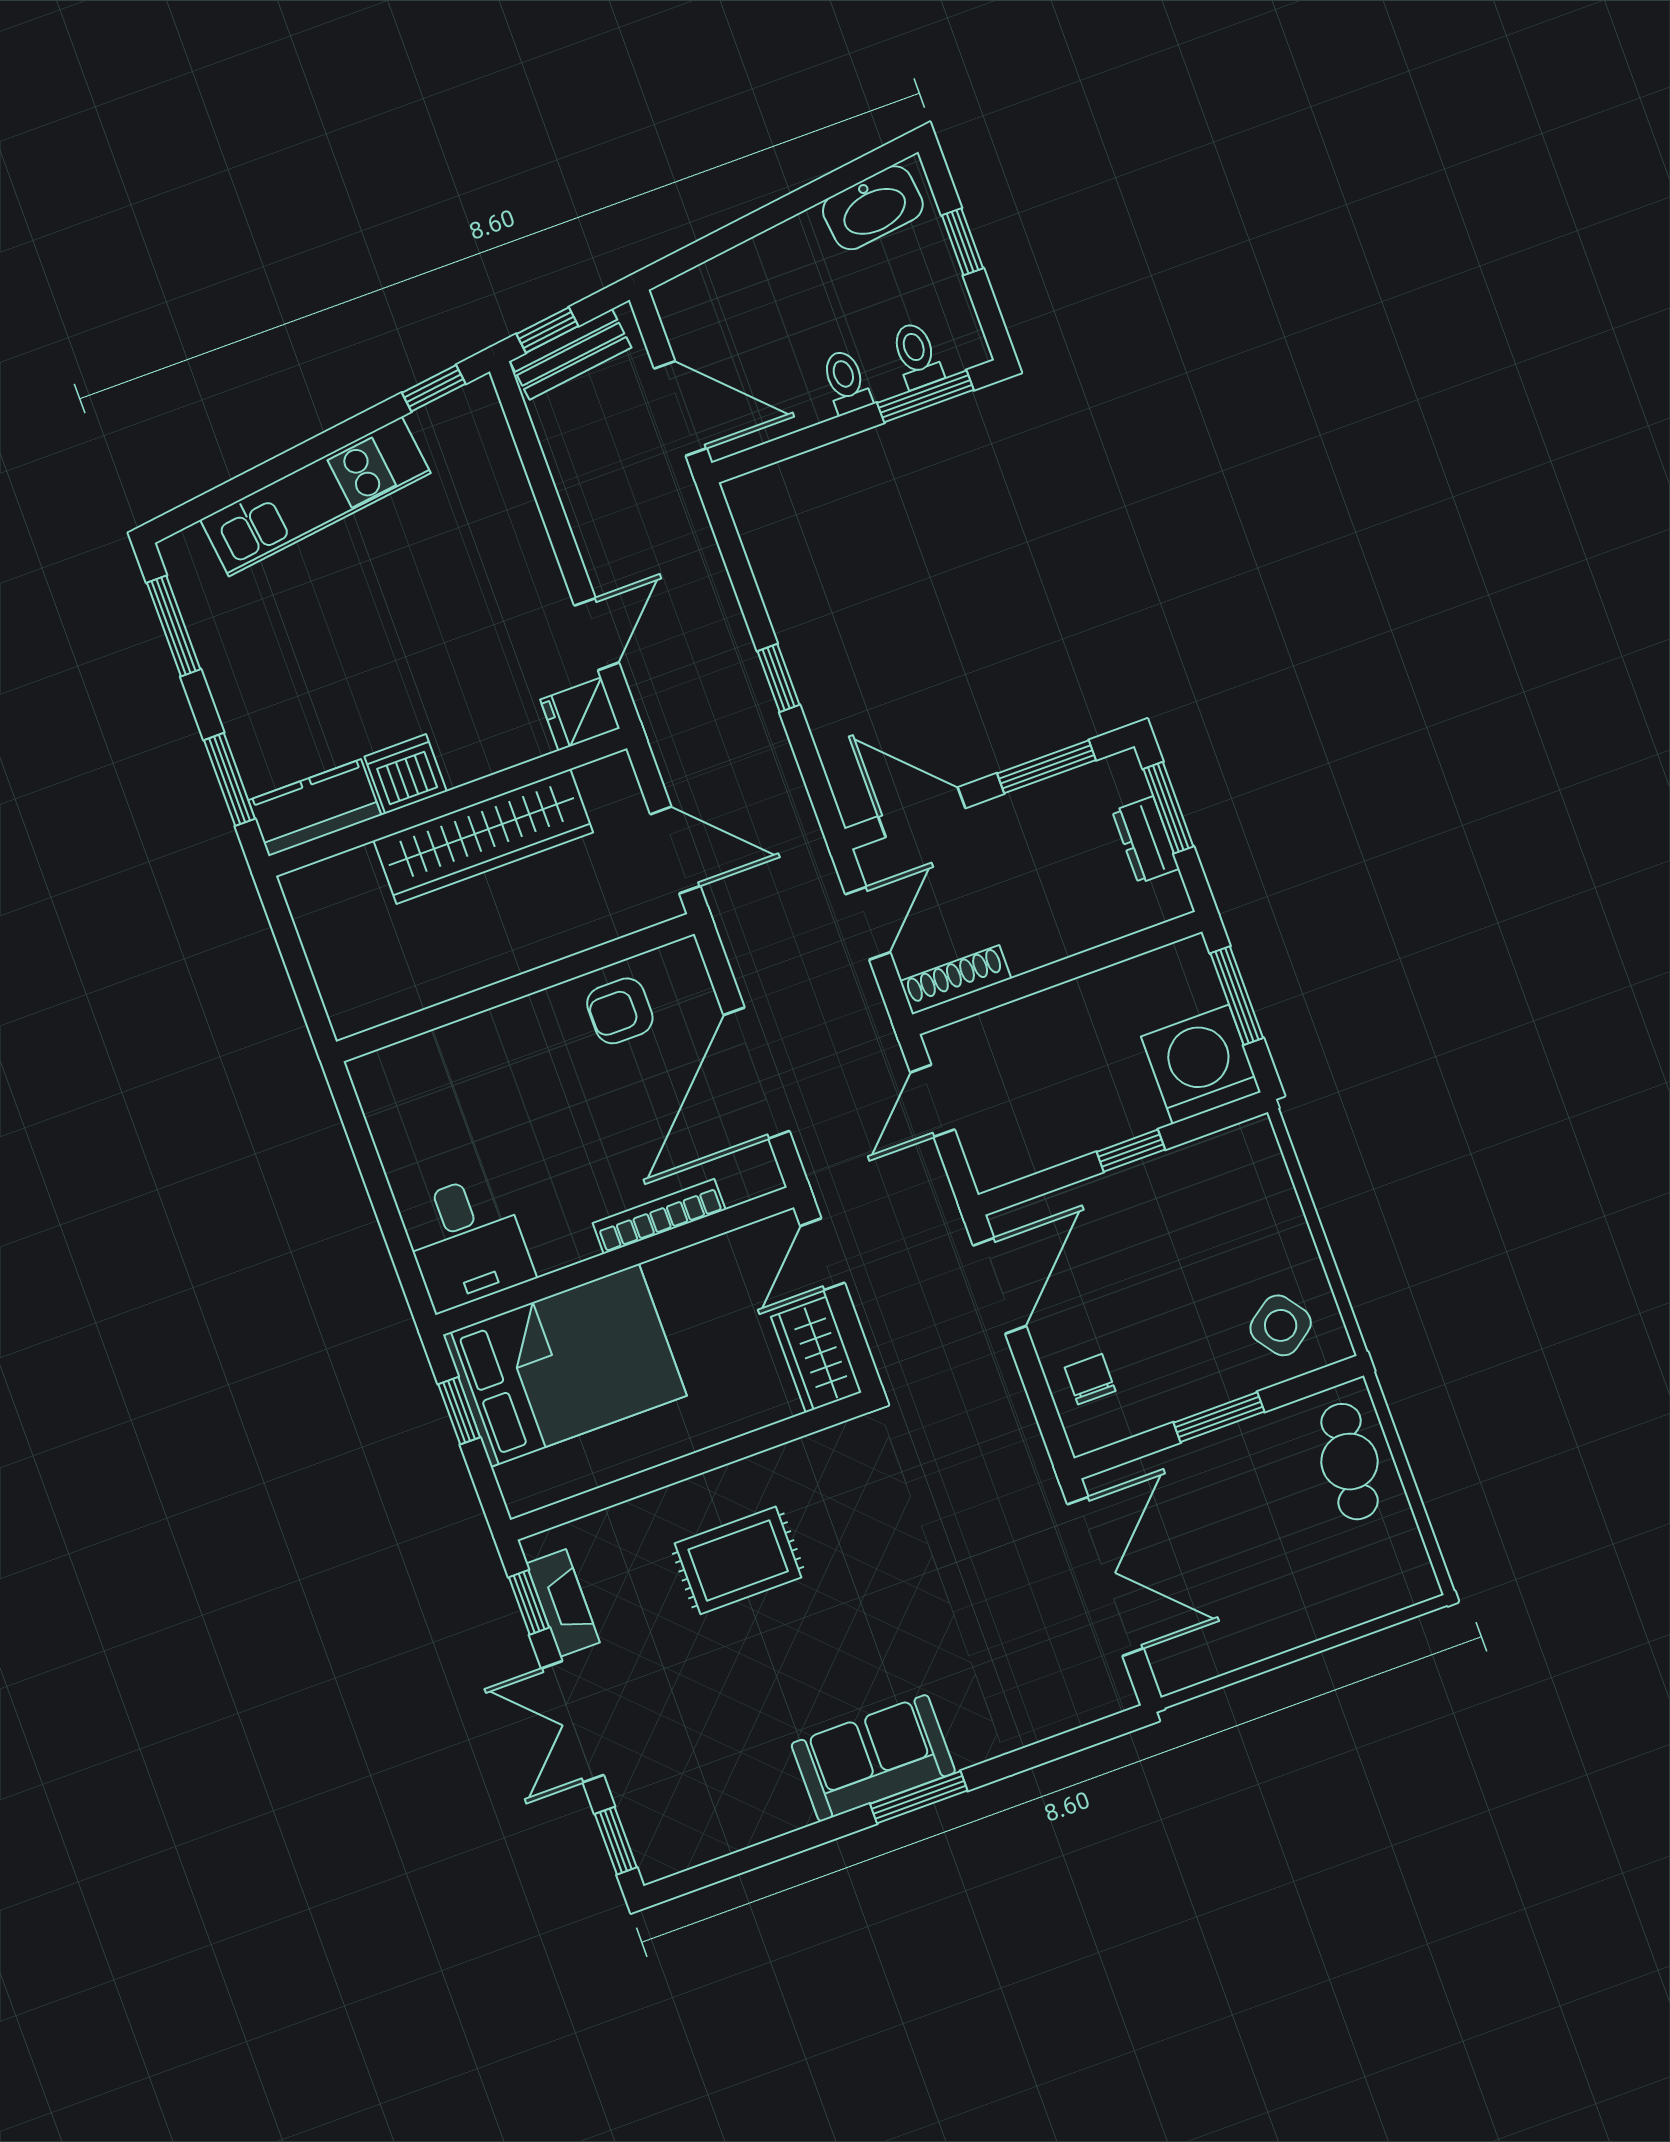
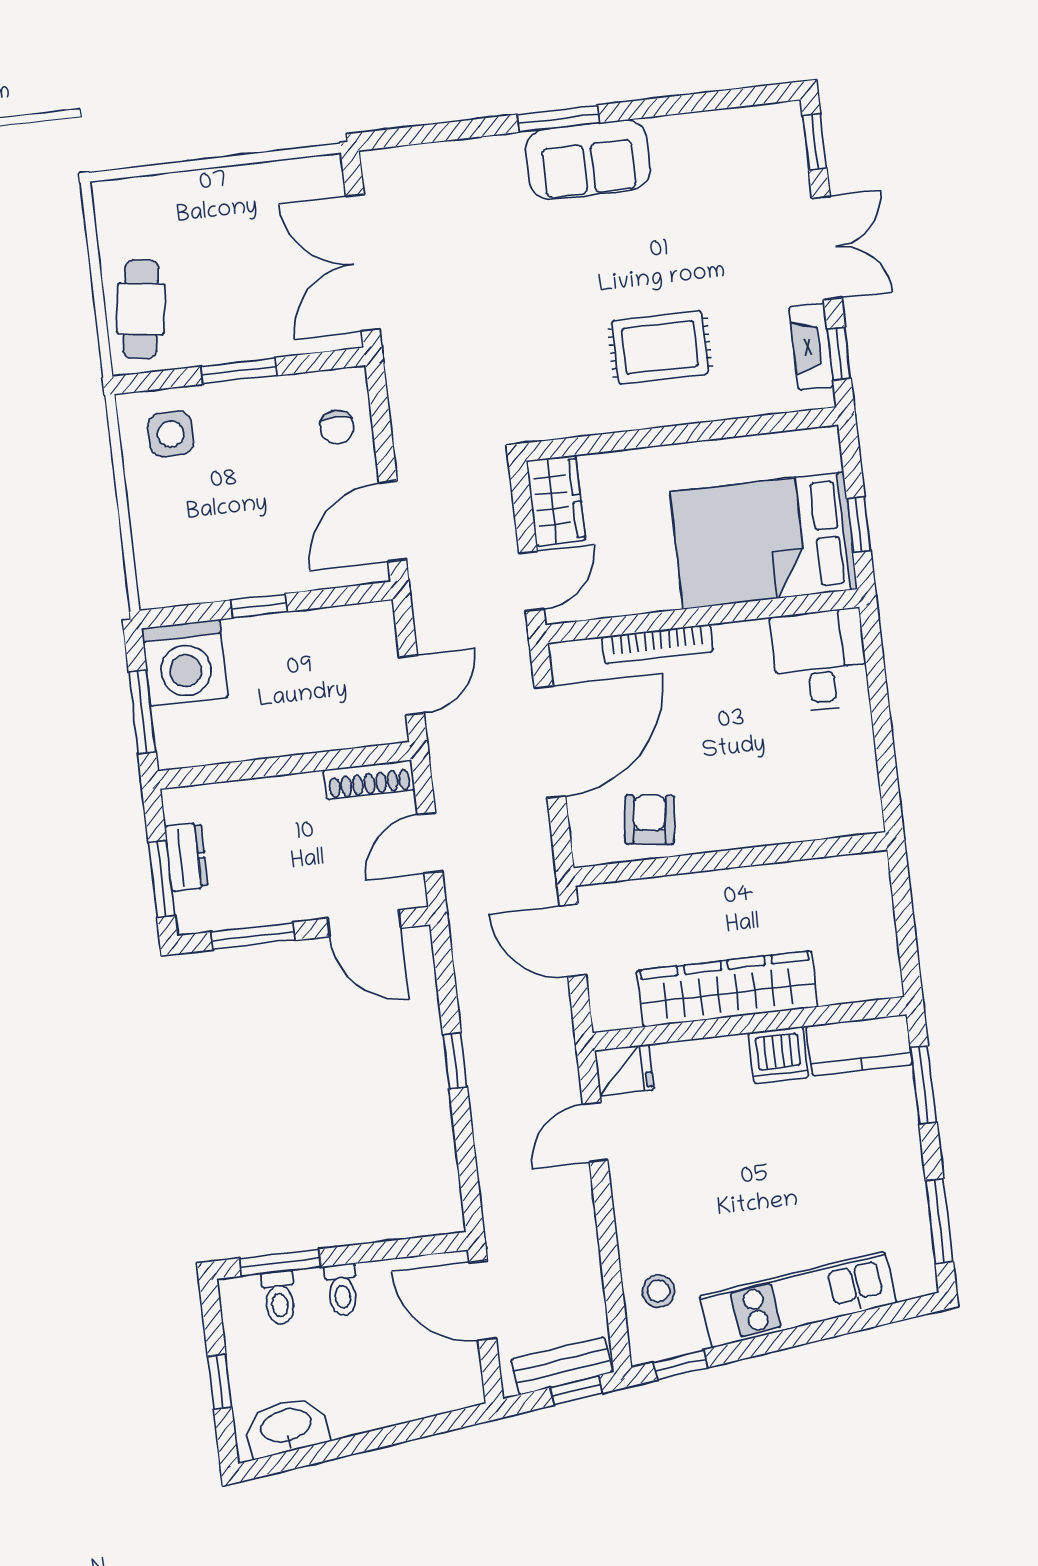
stool: (479, 468) -> (659, 1291), added
armchair: (620, 1011) -> (650, 820), turned -83
side table: (1281, 1325) -> (171, 434), turned 36

